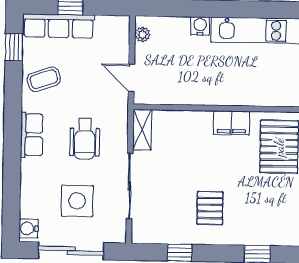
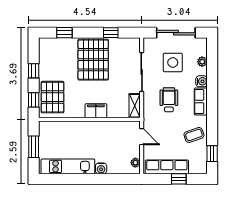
row of seats: (59, 26) -> (167, 167), moved
filing cabinet: (232, 123) -> (96, 111), moved
plant: (28, 201) -> (202, 62), added
pallet: (210, 208) -> (93, 60), width x2.05, depth x2.00
water cooler: (29, 228) -> (202, 81), moved

